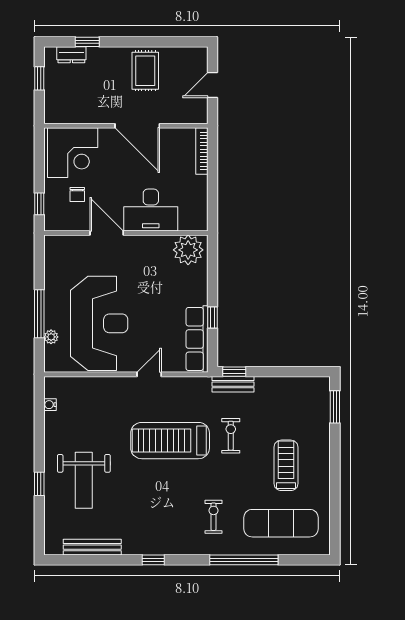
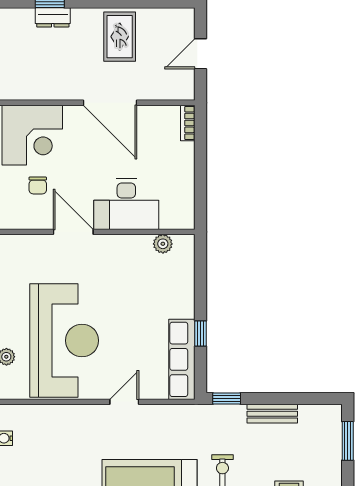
dresser: (71, 55) -> (53, 17), moved
bookcase: (202, 151) -> (188, 123), width x0.64
plant: (188, 250) -> (163, 244), width x0.53, depth x0.53
bench: (233, 384) -> (272, 414), moved

